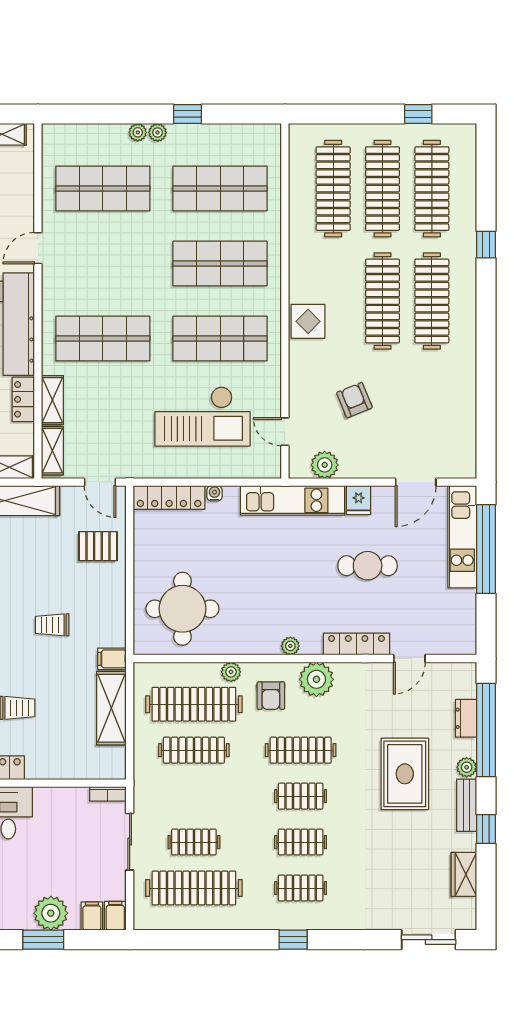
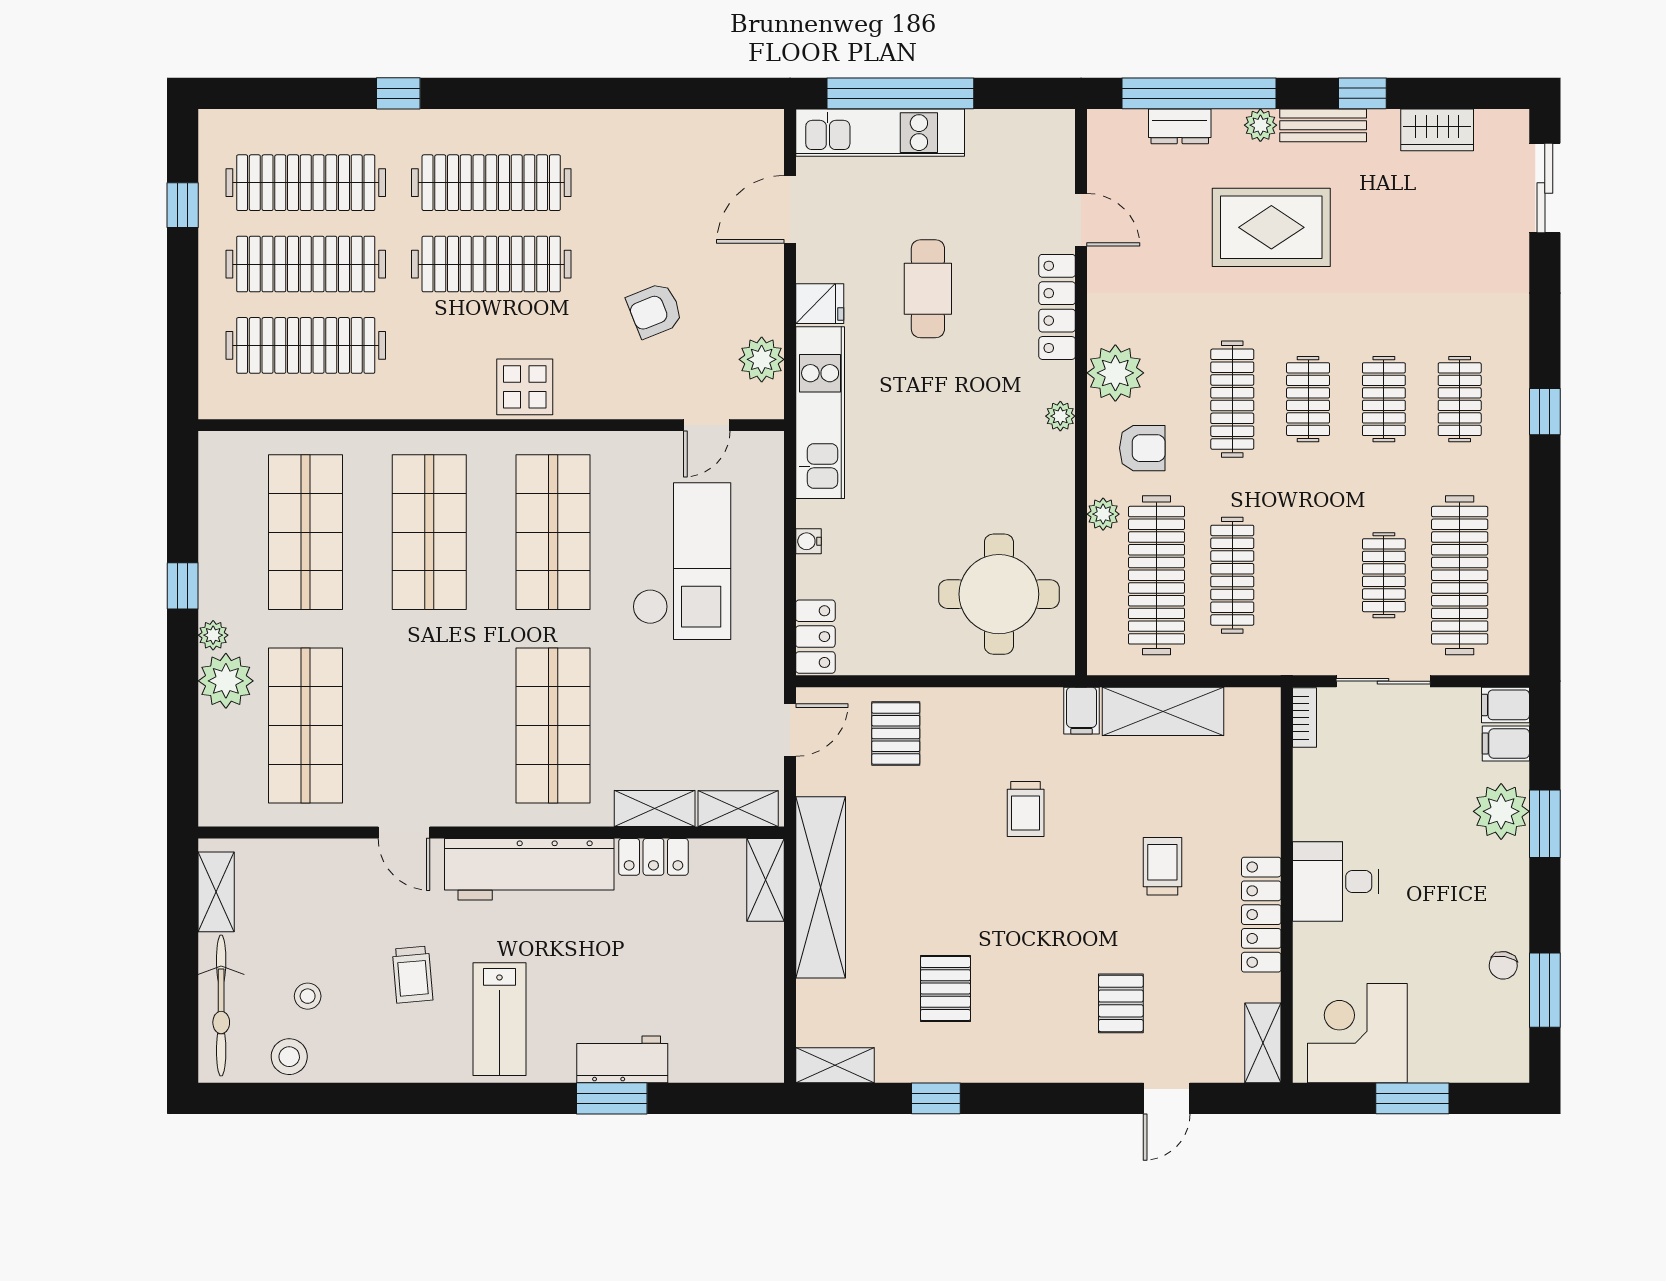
plant: (138, 132) -> (226, 681), width x1.87, depth x1.87
door: (416, 482) -> (790, 209), swing flipped
locker: (169, 498) -> (815, 637), width x0.66

